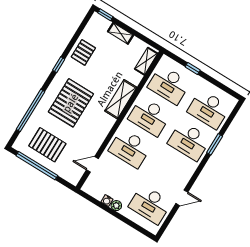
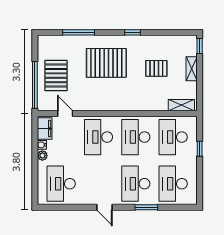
pallet: (83, 52) -> (156, 68), moved
shelving: (121, 99) -> (136, 103), removed
window: (31, 110) -> (79, 32), width x0.68
pallet: (47, 145) -> (56, 76), moved
window: (37, 166) -> (35, 85), moved
filing cabinet: (94, 190) -> (45, 129), added
door: (182, 198) -> (104, 207), moved

